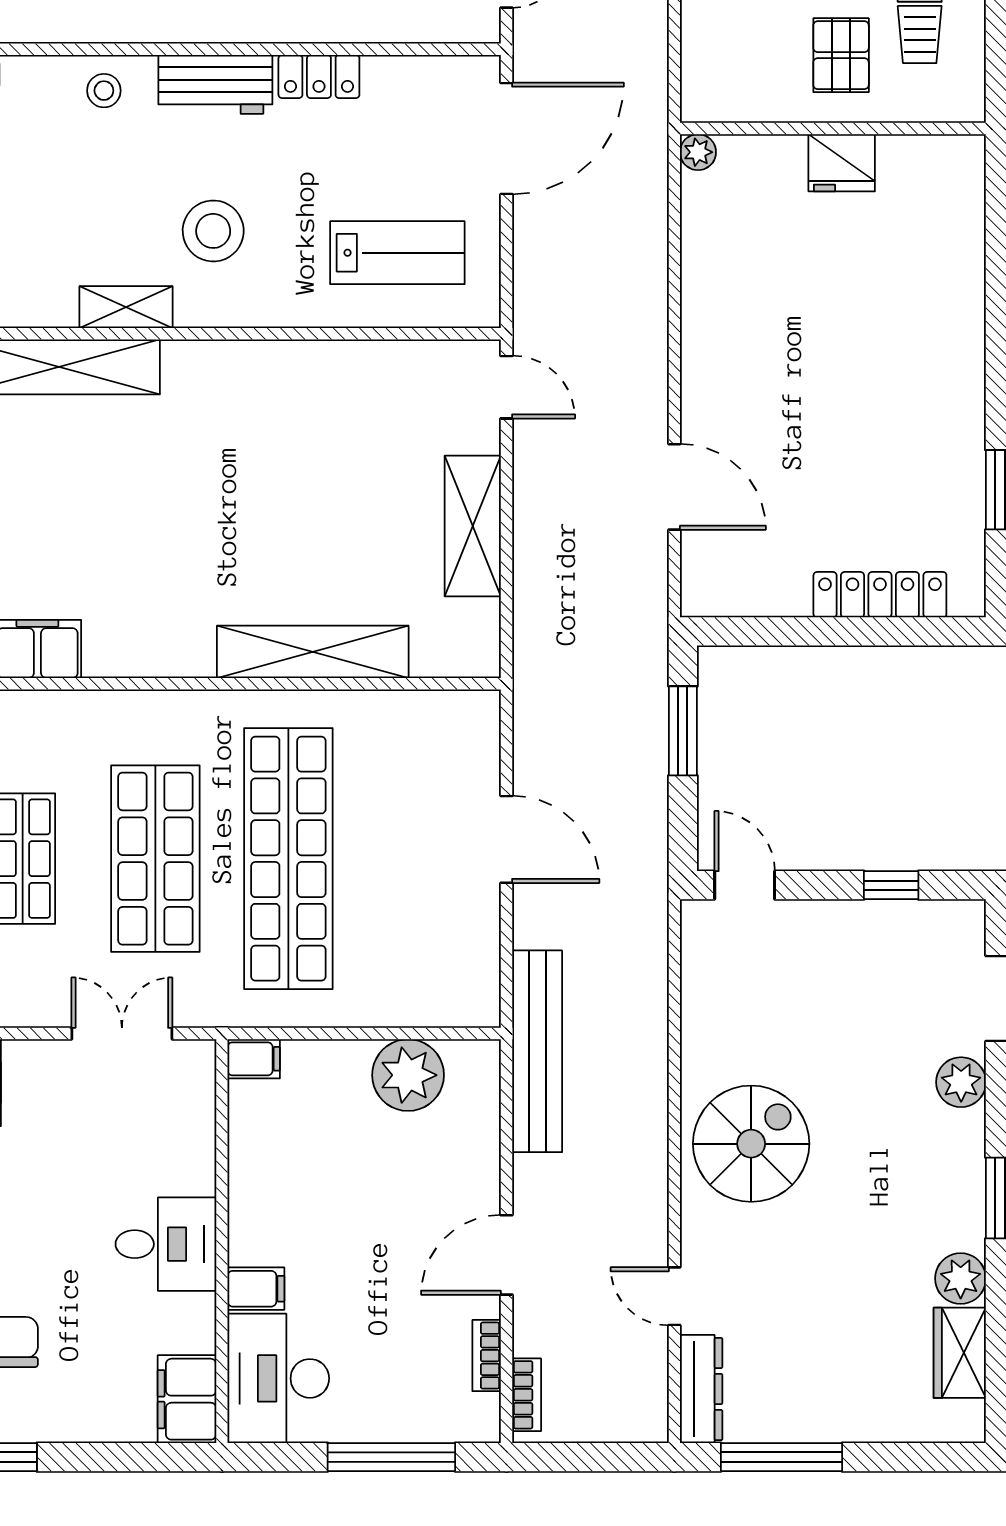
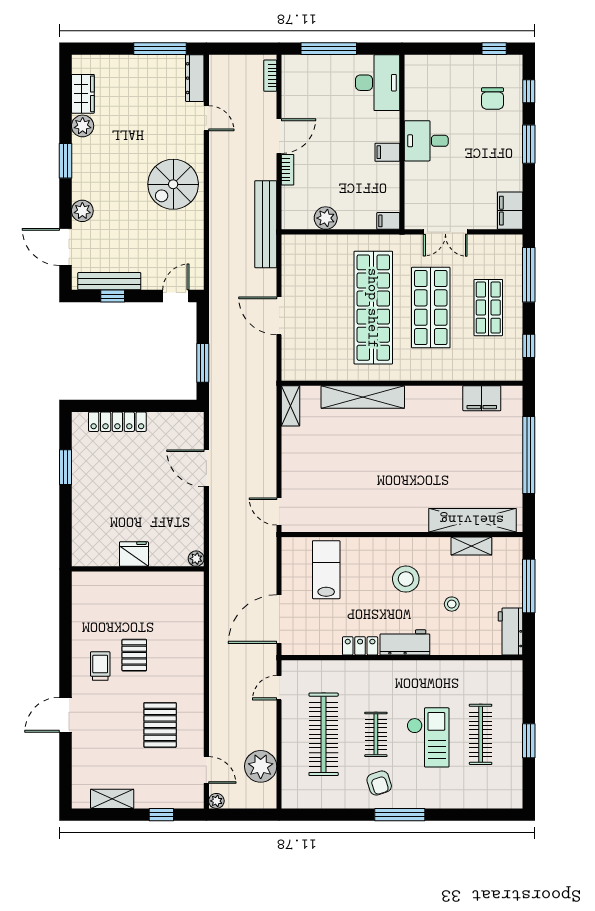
stool: (104, 91) -> (452, 604), moved
wall: (833, 129) -> (138, 569), moved
plant: (698, 152) -> (196, 559), moved
fridge: (842, 163) -> (134, 554), moved
lab bench: (397, 253) -> (326, 570), turned 90
shelving: (126, 307) -> (471, 546), moved
shelving: (473, 526) -> (291, 406), moved, width x0.67, depth x0.75
door: (745, 885) -> (176, 296), swing flipped
bench: (899, 919) -> (109, 281), added
plant: (408, 1075) -> (326, 218), width x0.73, depth x0.73
filing cabinet: (256, 1289) -> (387, 152), moved
bookcase: (487, 1356) -> (288, 170), moved
filing cabinet: (187, 1399) -> (417, 74), removed

